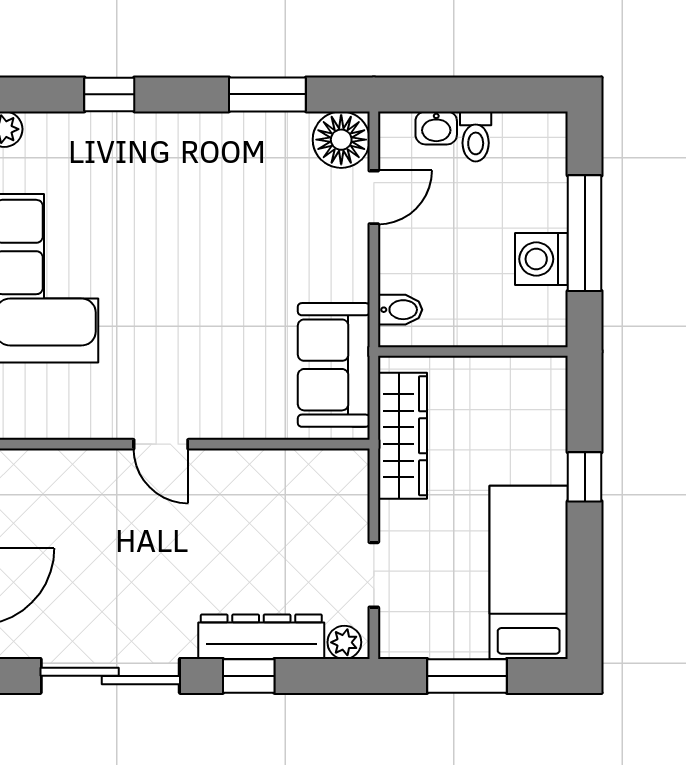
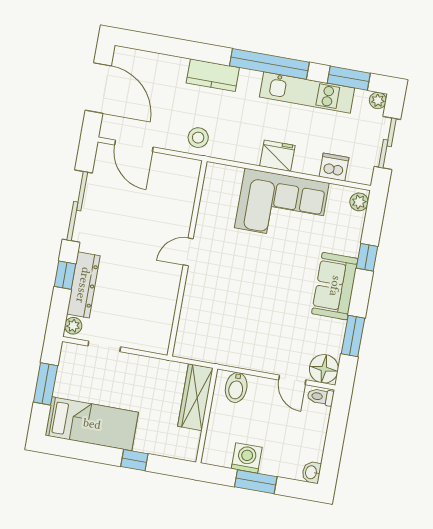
washbasin: (436, 128) -> (311, 472), moved
toilet: (476, 136) -> (321, 397), moved
window: (585, 233) -> (256, 482), width x0.69
bidet: (400, 310) -> (236, 388), width x1.38, depth x1.36
sofa: (334, 365) -> (335, 286), moved, turned -90
wardrobe: (402, 436) -> (195, 397), moved, turned 90

